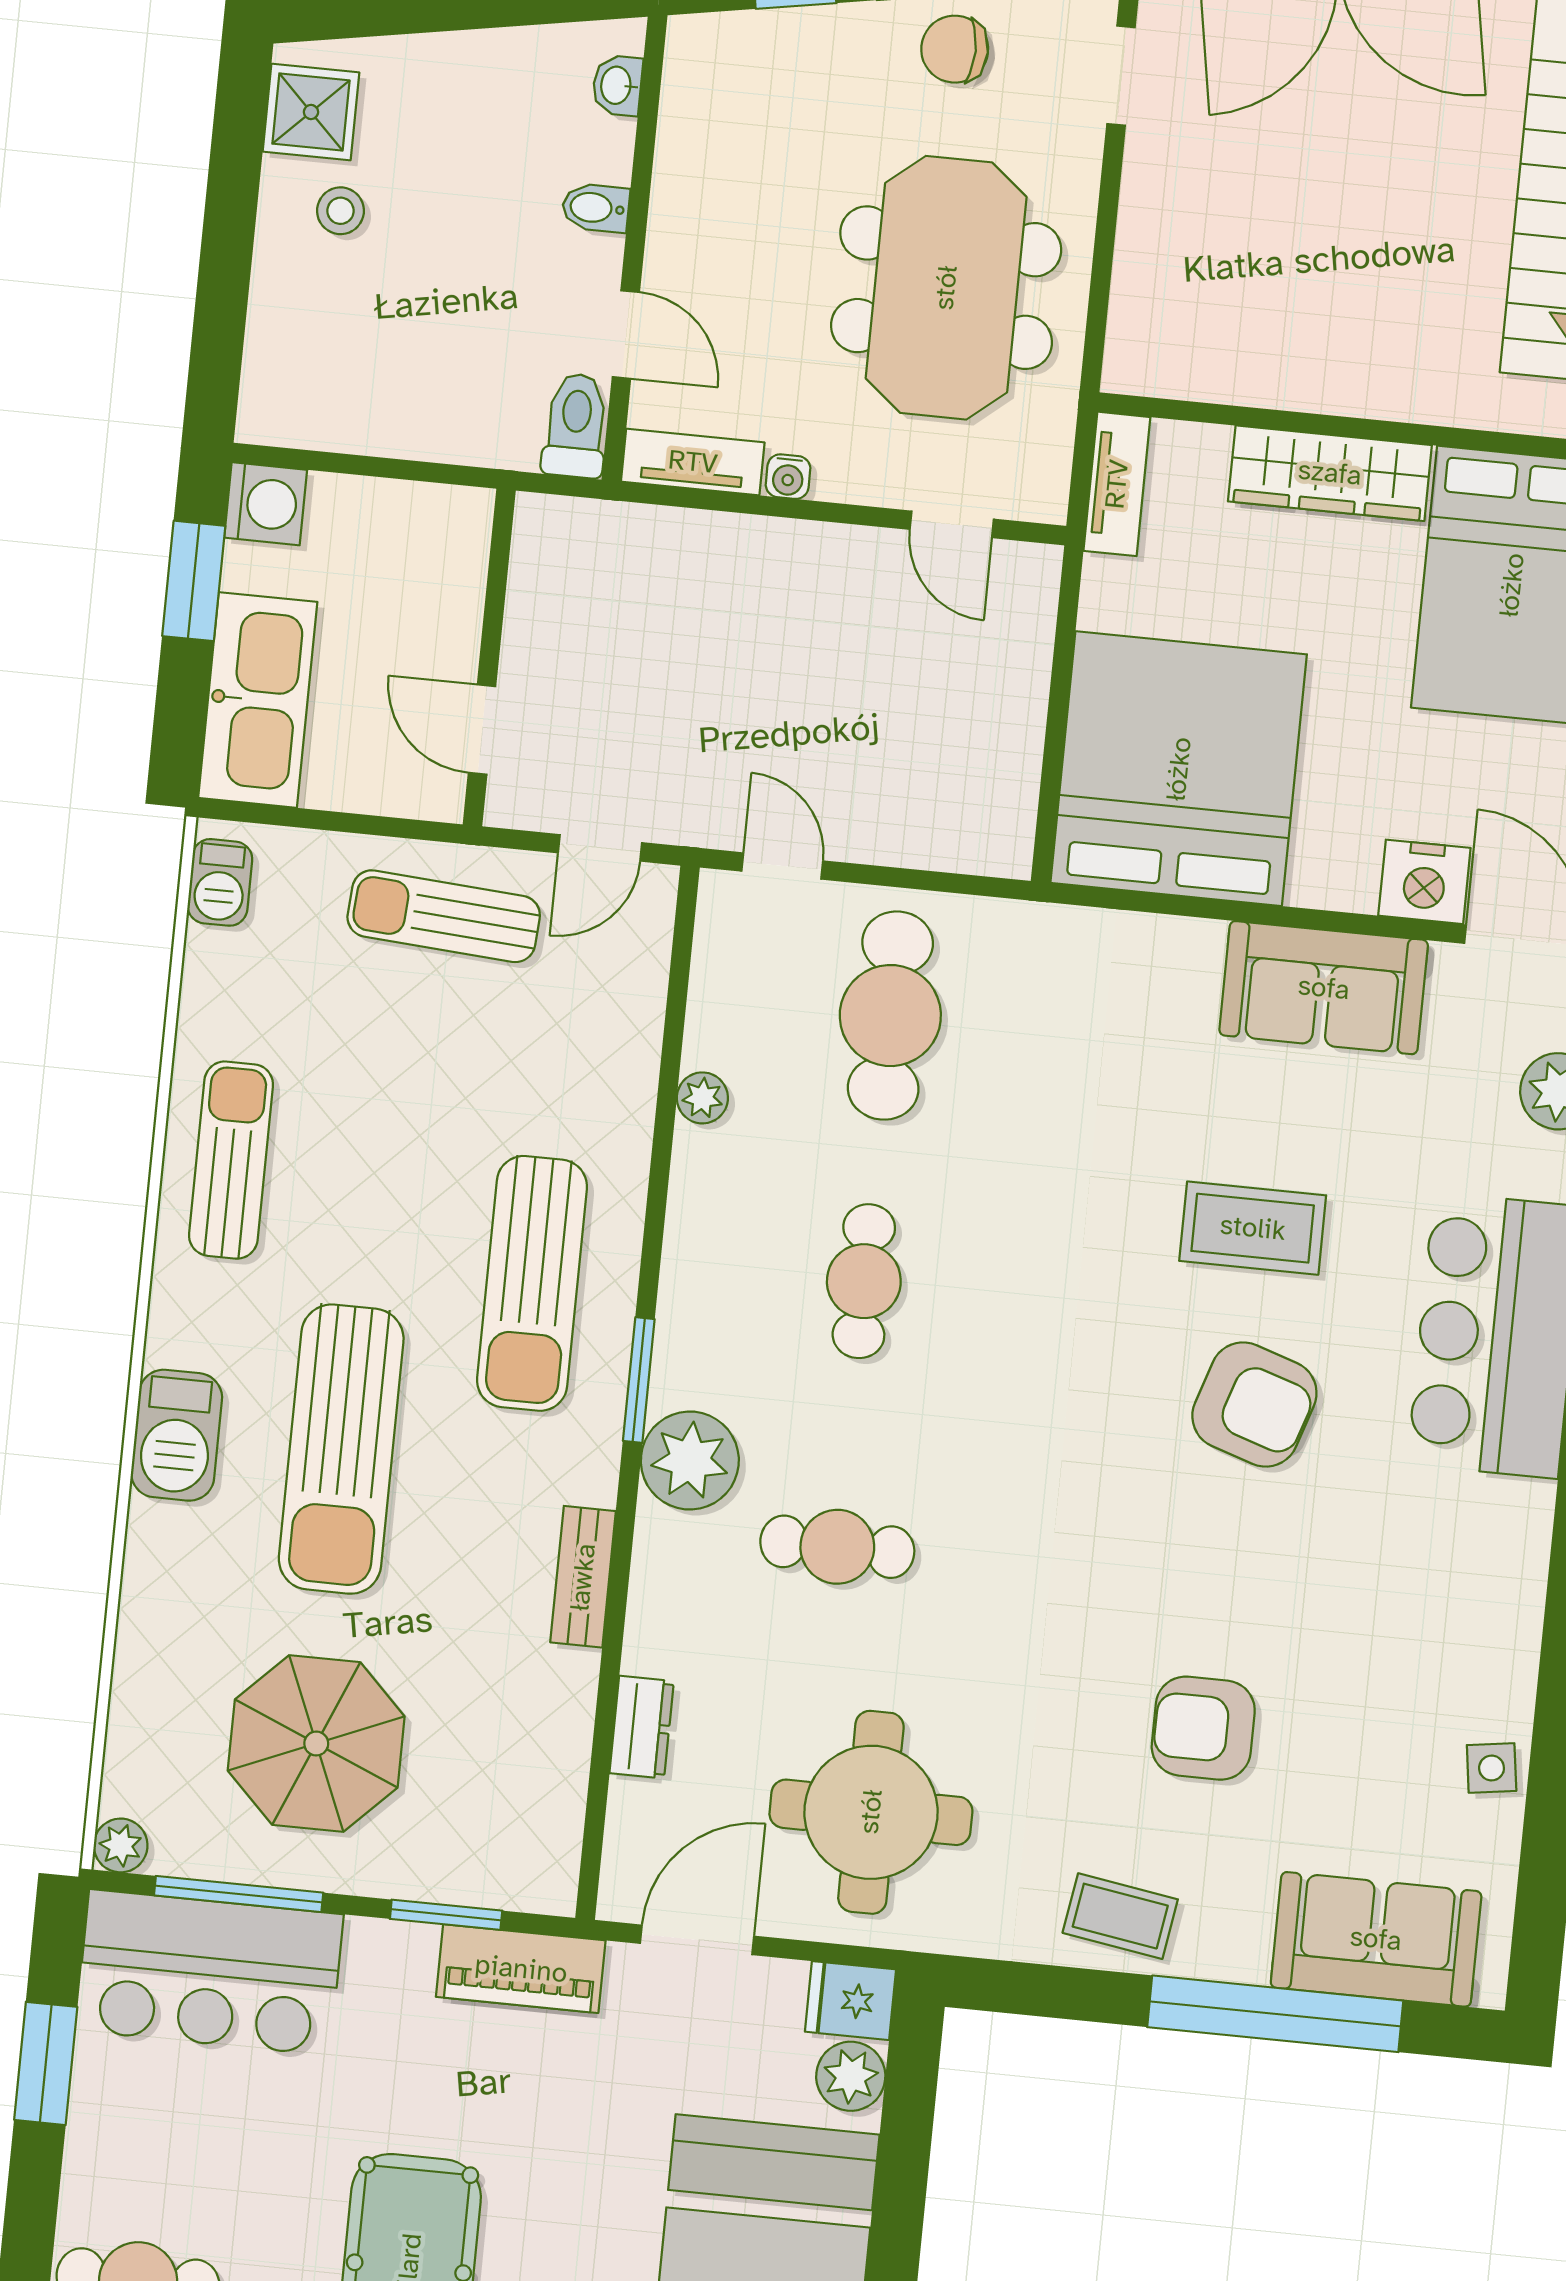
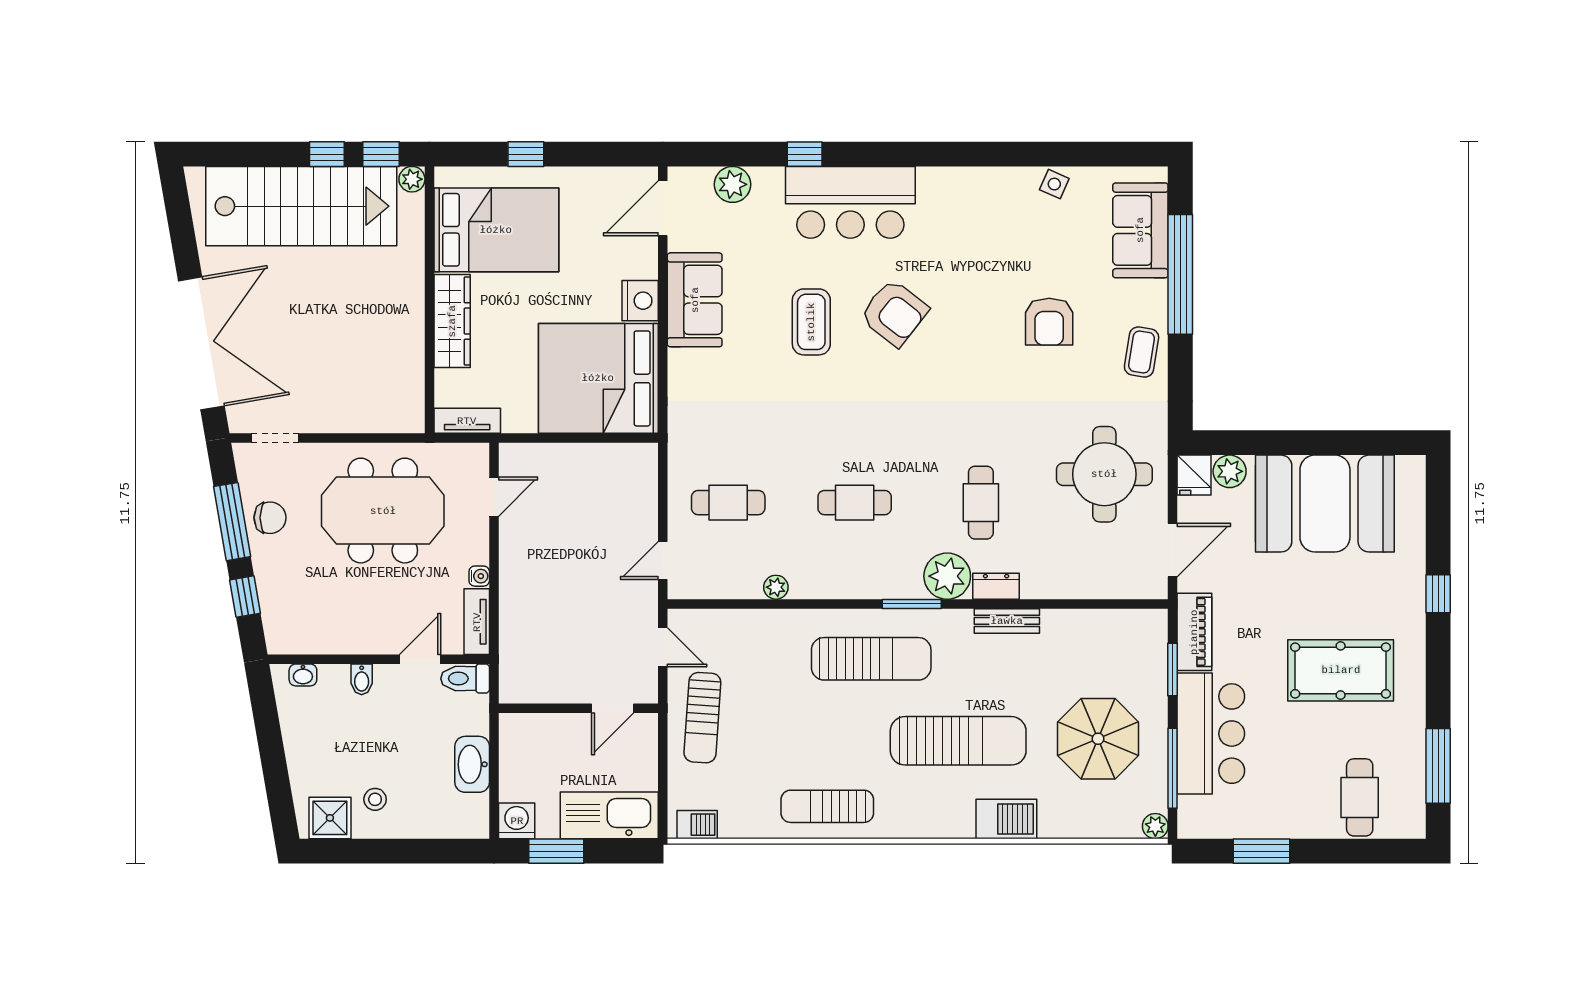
chair: (955, 49) -> (270, 518), turned -90
washbasin: (394, 422) -> (472, 764), added
nightstand: (1424, 882) -> (640, 301), moved
cafe table: (890, 1016) -> (728, 503), width x0.73, depth x0.74
armchair: (1254, 1405) -> (894, 313), turned 110
barbecue: (177, 1435) -> (1006, 819), moved
dresser: (642, 1727) -> (996, 586), moved
side table: (1492, 1768) -> (1054, 184), turned 32
door: (697, 1940) -> (1173, 550), swing flipped
bar counter: (210, 1972) -> (1211, 734), moved

